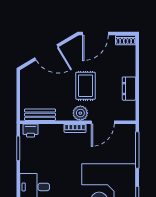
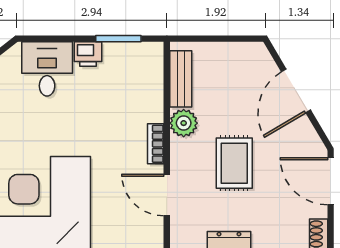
rug: (86, 86) -> (234, 163), turned 90
plant: (80, 113) -> (184, 123), moved
printer: (31, 131) -> (88, 54), moved, turned -90

